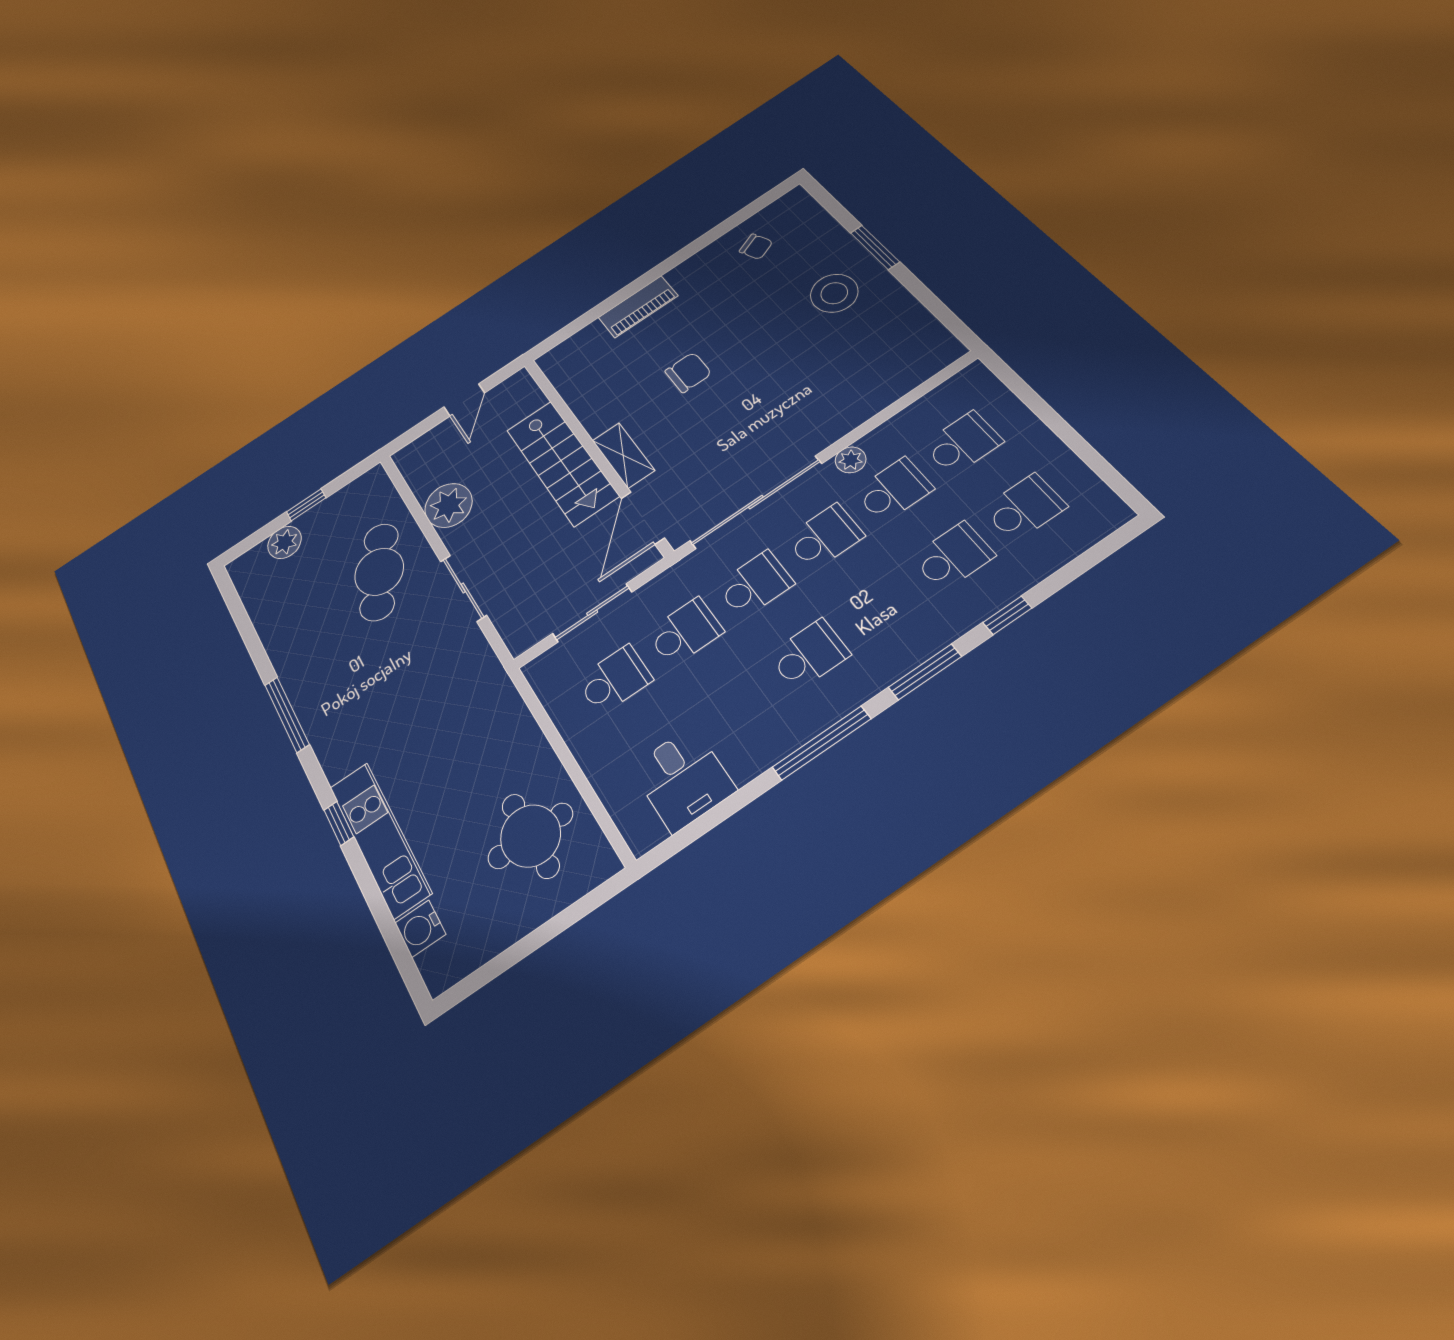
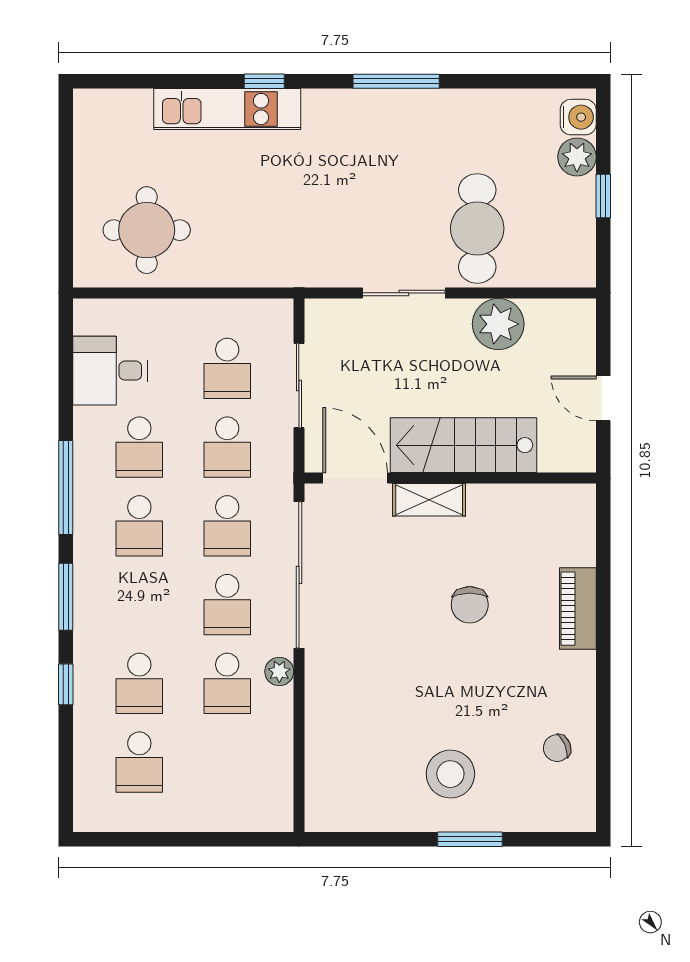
school desk: (963, 443) -> (139, 447), moved
cafe table: (379, 572) -> (477, 228), turned 61
water cooler: (420, 929) -> (578, 117), moved, turned 90

